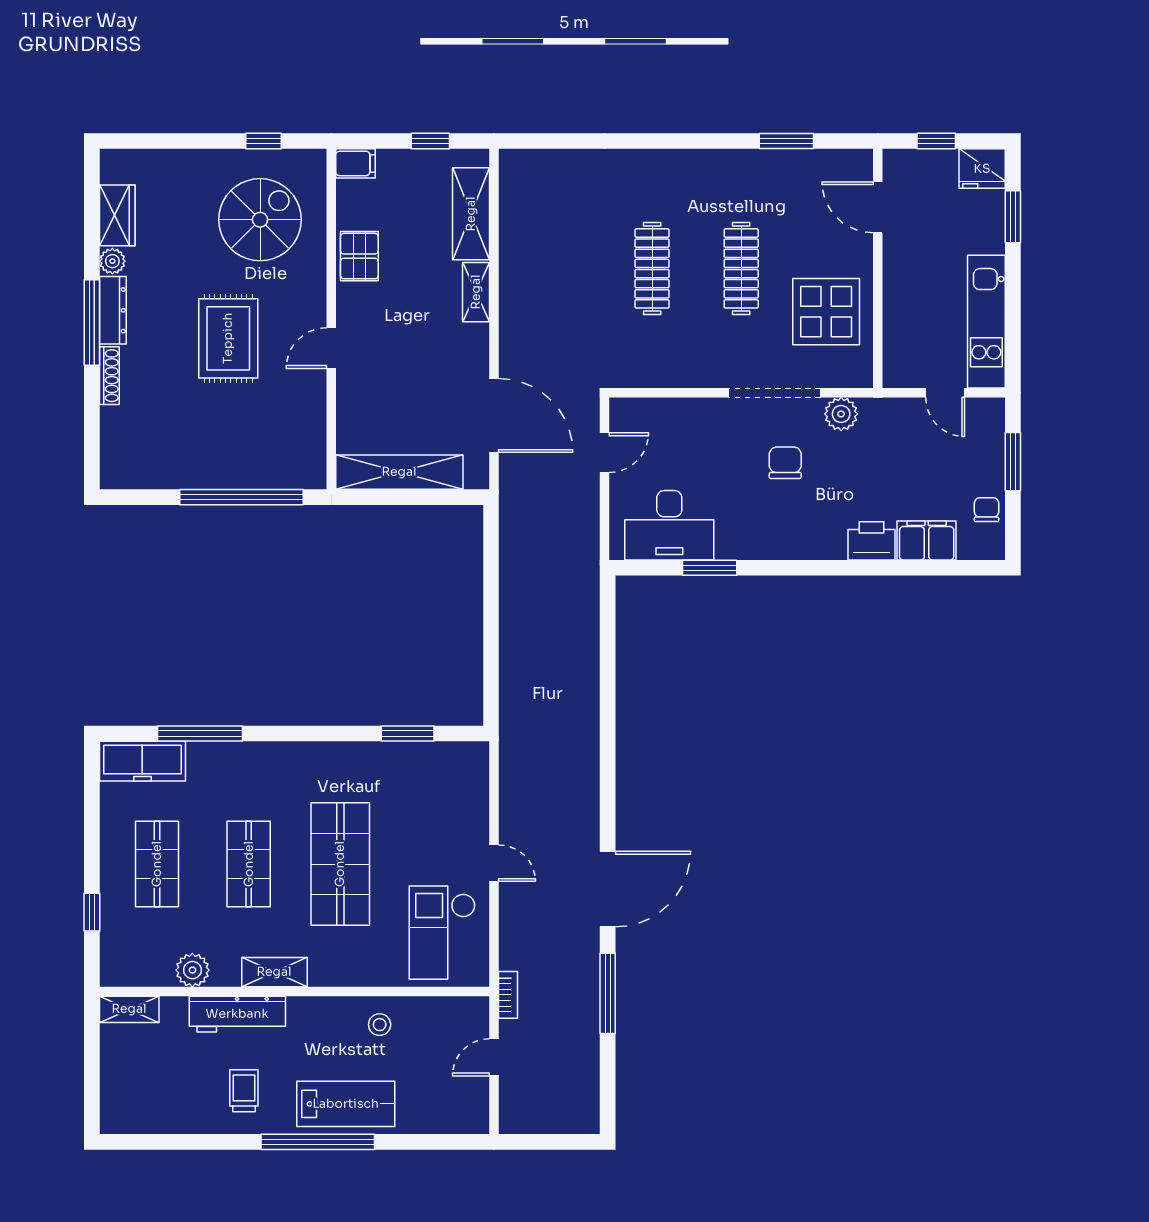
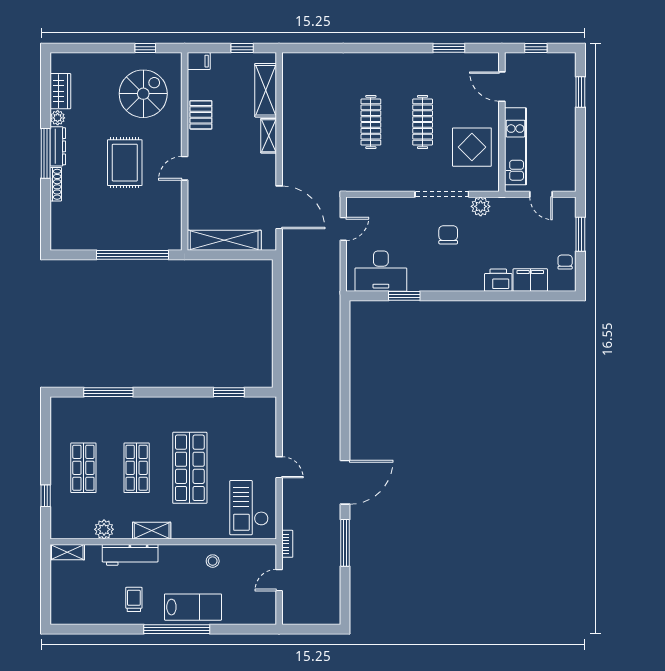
fridge: (982, 169) -> (562, 64), removed
kitchen unit: (986, 322) -> (515, 146), moved, turned 180
freezer: (142, 761) -> (75, 408), removed

